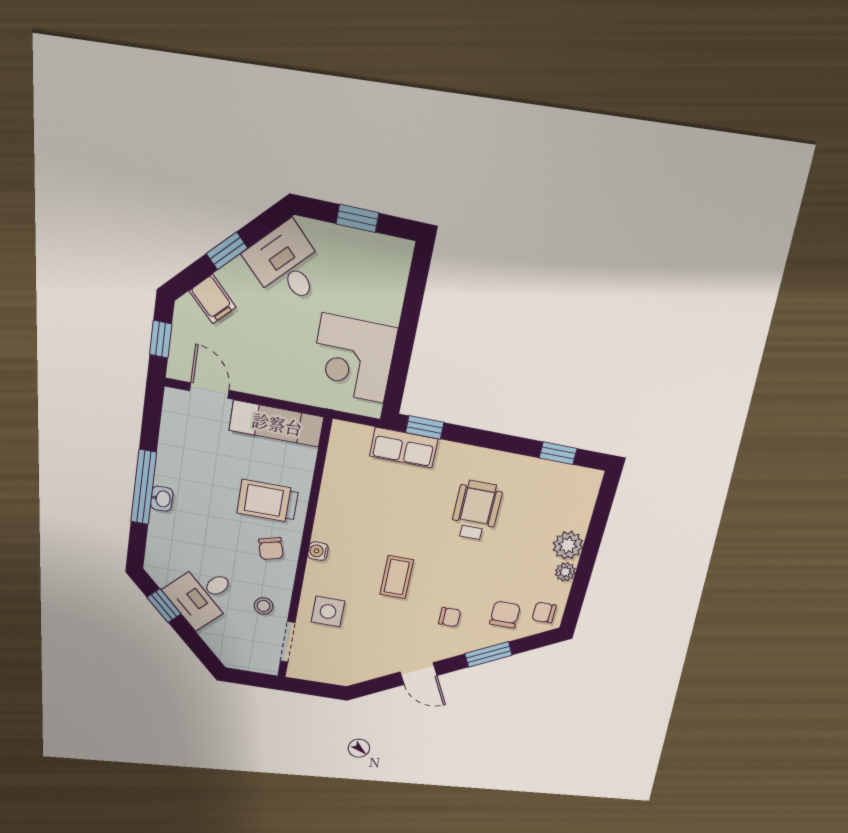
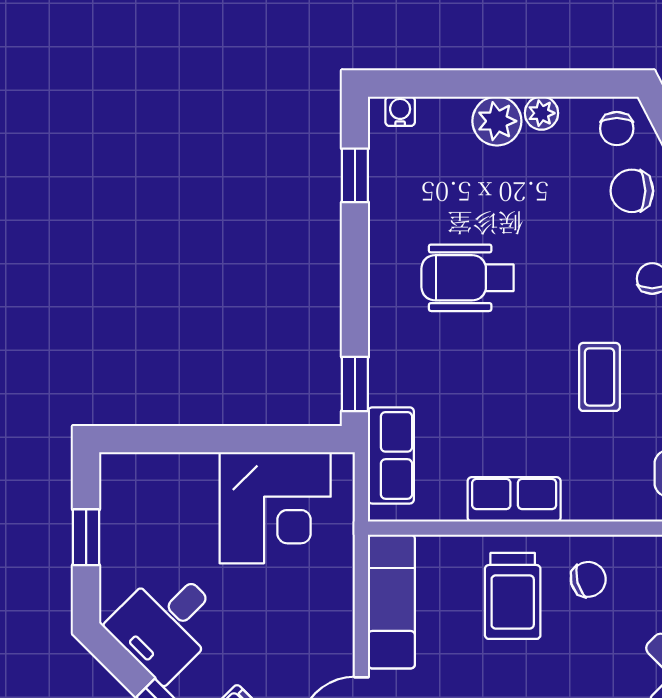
row of seats: (404, 447) -> (391, 455), moved
row of seats: (330, 513) -> (514, 499), added
water cooler: (318, 551) -> (400, 111), moved, turned 180
coffee table: (397, 577) -> (599, 377), turned 90

